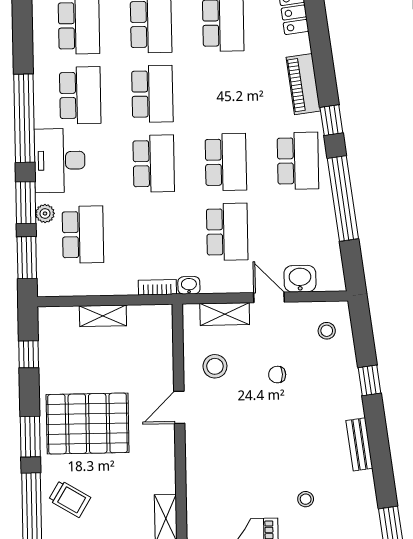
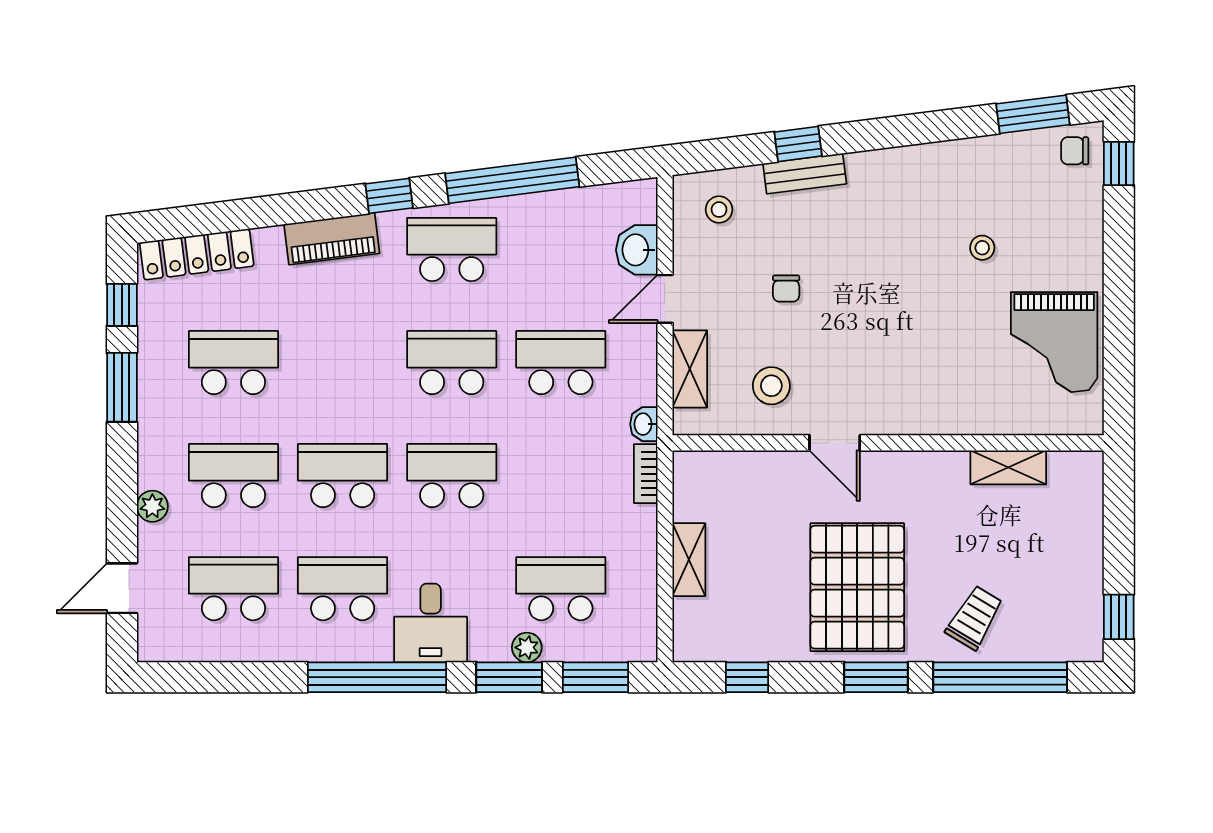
desk: (60, 160) -> (431, 623), width x0.73
bench: (359, 444) -> (805, 174), moved

